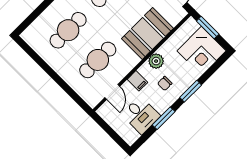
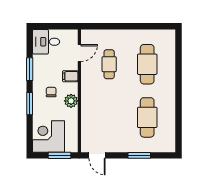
booth: (147, 33) -> (94, 113), removed
cafe table: (98, 60) -> (109, 64), width x0.73, depth x0.74
door: (112, 92) -> (79, 53), swing flipped
desk: (141, 115) -> (46, 42), moved

